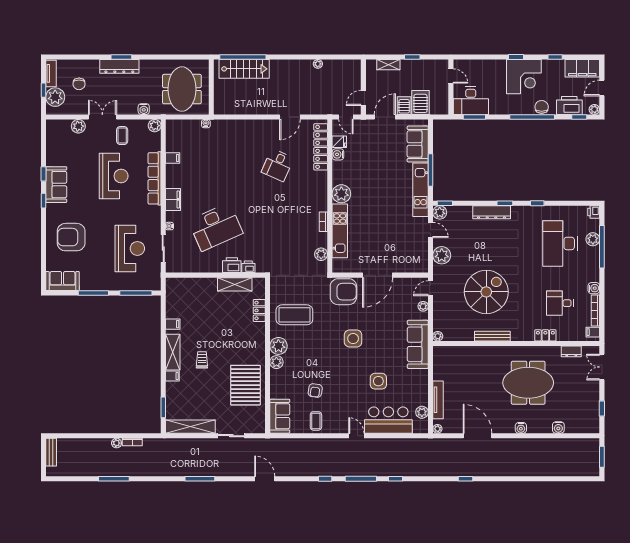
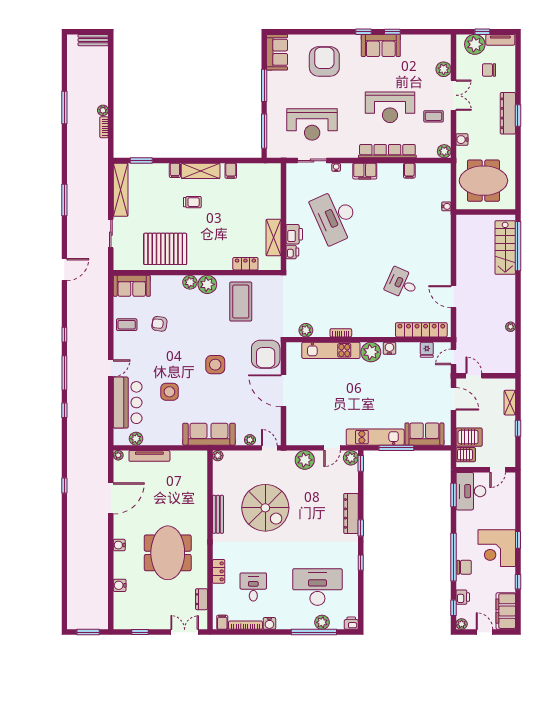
printer: (569, 105) -> (463, 597), width x0.53, depth x0.68
server rack: (404, 106) -> (466, 455), moved
water cooler: (338, 154) -> (389, 348), moved

